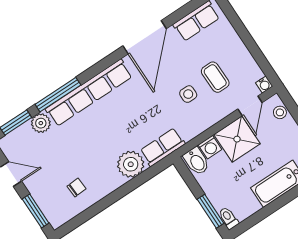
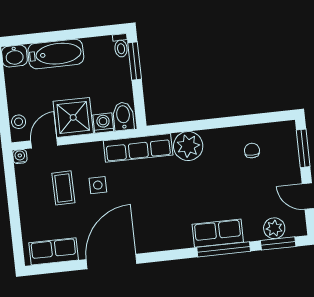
row of seats: (89, 93) -> (218, 233), width x0.50
plant: (41, 123) -> (274, 228), moved
row of seats: (163, 147) -> (138, 148), width x1.48
chair: (77, 188) -> (252, 151), turned 93

